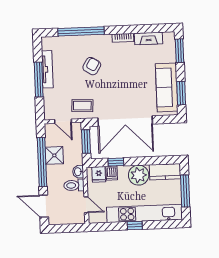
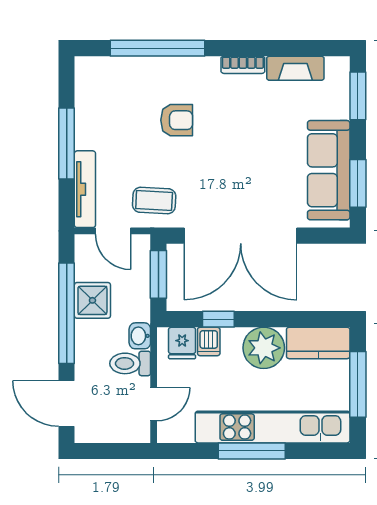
armchair: (92, 66) -> (177, 120), turned 58
tv unit: (47, 69) -> (85, 189), moved
door: (86, 205) -> (154, 404), hinge flipped
window: (135, 226) -> (252, 451), width x2.17

